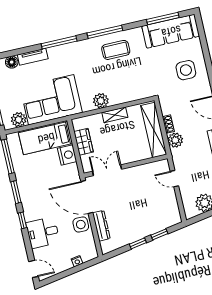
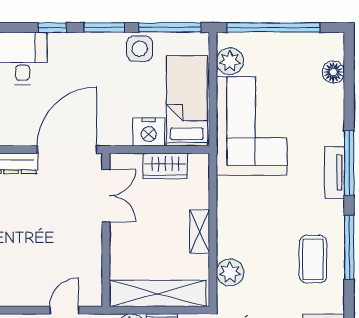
tv unit: (33, 57) -> (334, 173), moved
plant: (101, 101) -> (230, 272), moved
side table: (81, 225) -> (140, 49), moved

